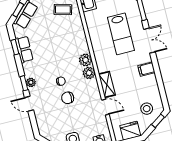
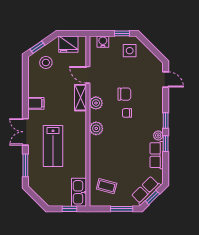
lab bench: (121, 34) -> (53, 146), turned 180
window: (15, 47) -> (166, 144), moved
plant: (89, 73) -> (96, 103), moved
plant: (31, 82) -> (158, 136), moved
door: (29, 104) -> (166, 79), moved

